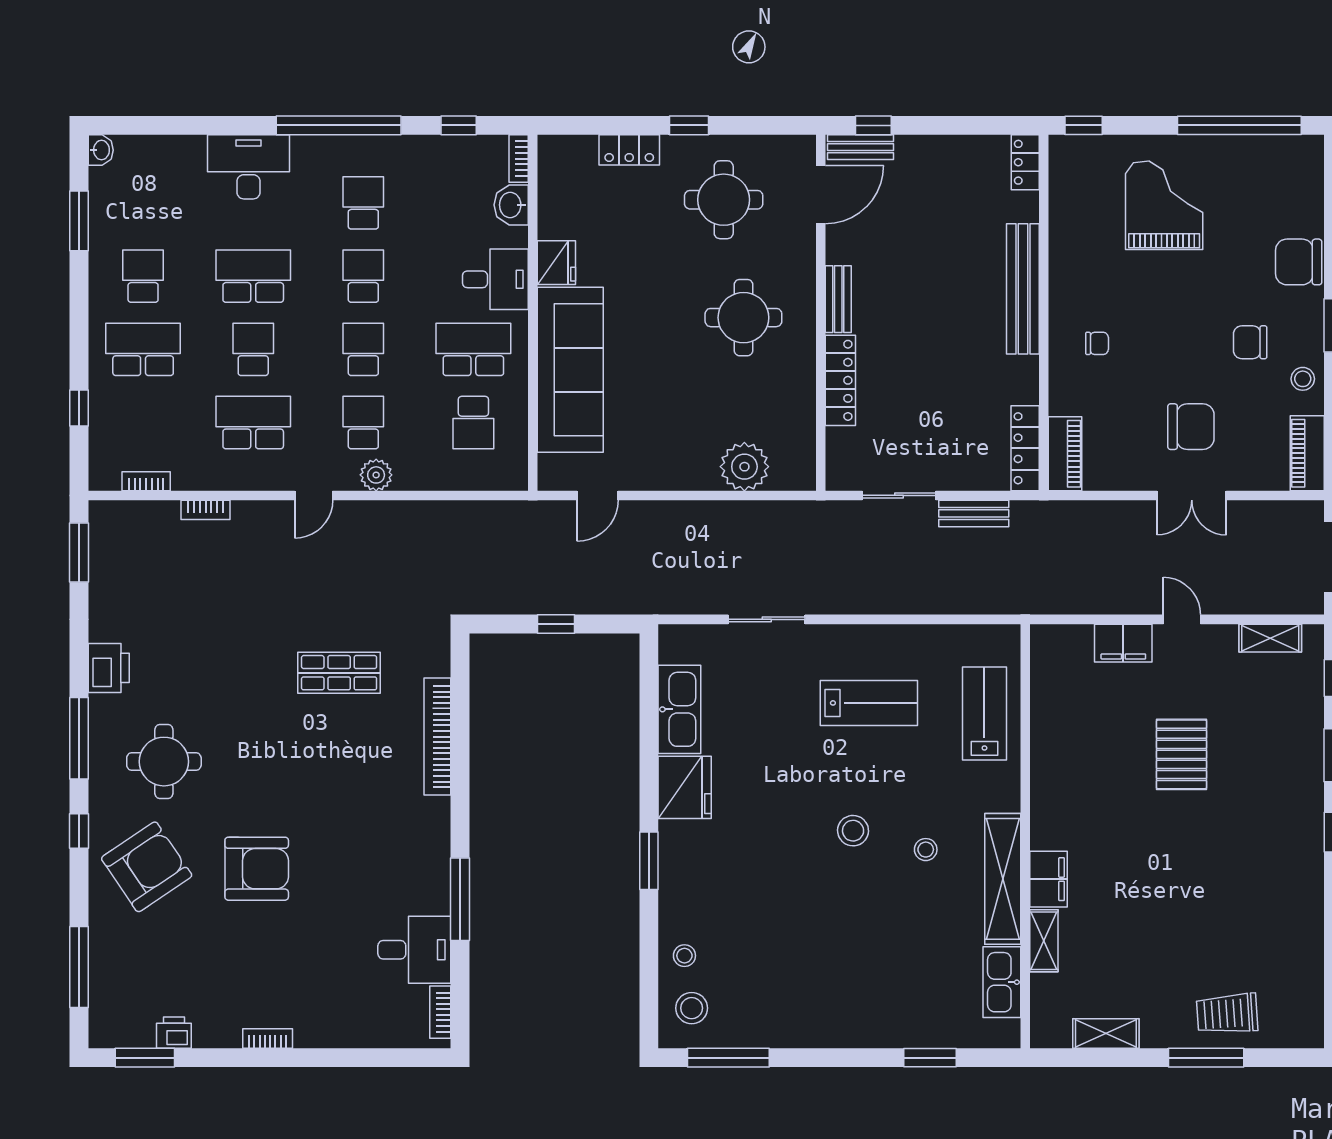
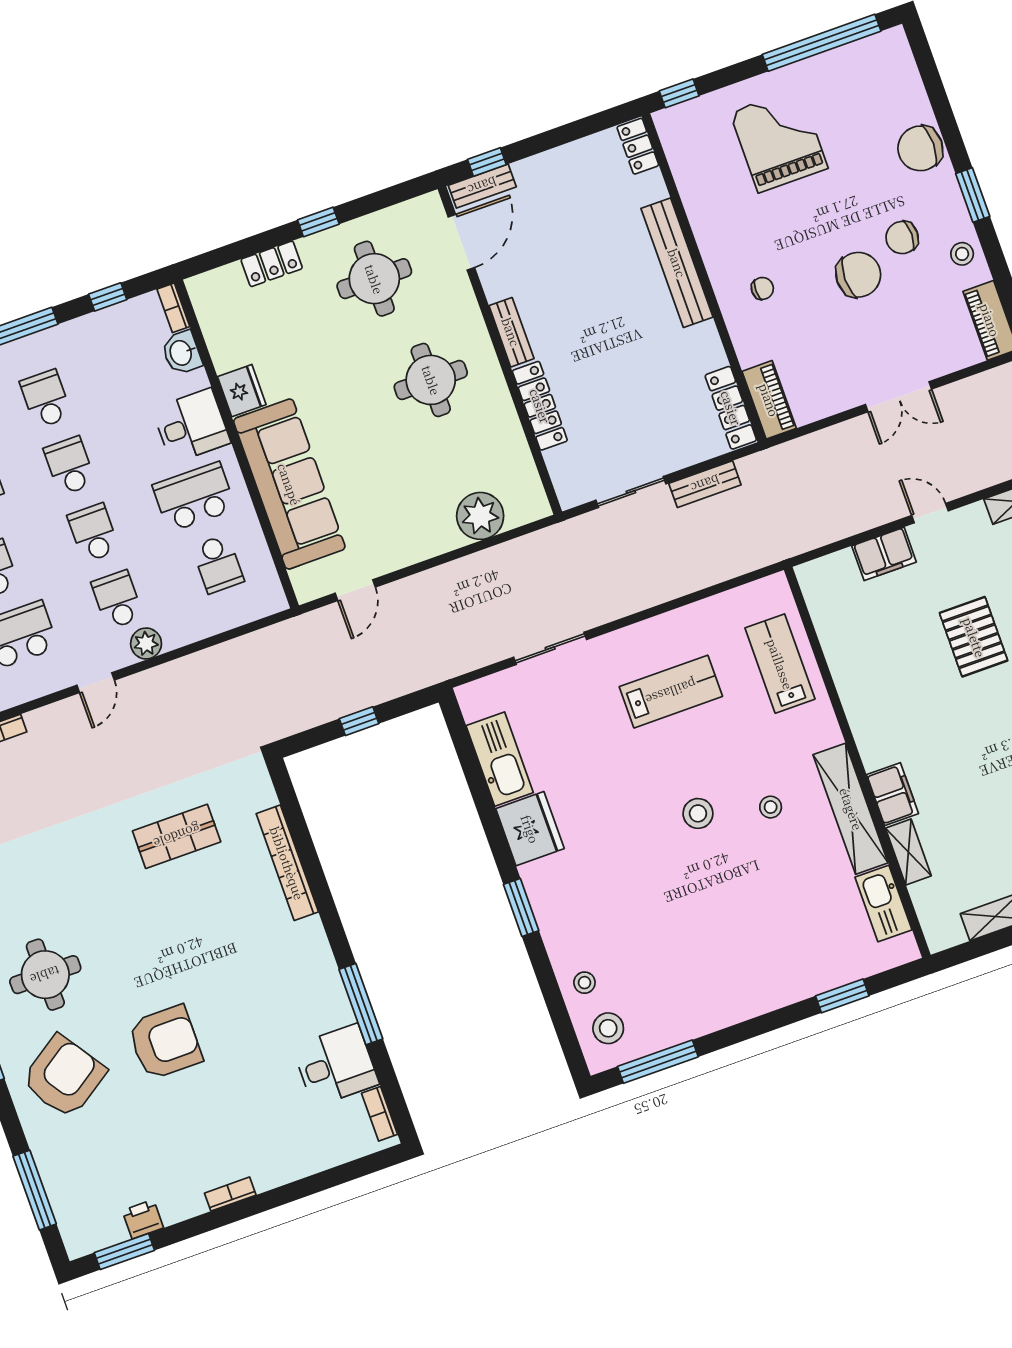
chair: (1191, 427) -> (858, 275), moved

